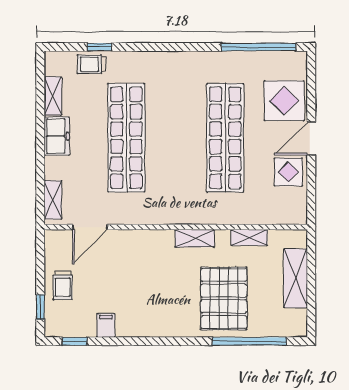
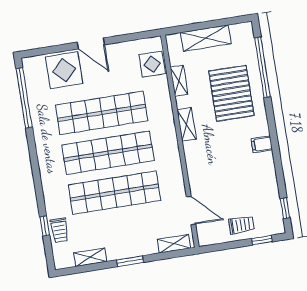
freezer: (57, 136) -> (122, 249), removed
shop shelf: (176, 138) -> (108, 153), added
window: (40, 144) -> (130, 261), added
display table: (288, 172) -> (152, 64), moved
pallet: (224, 299) -> (231, 93), turned 90
filing cabinet: (106, 325) -> (262, 144), moved

